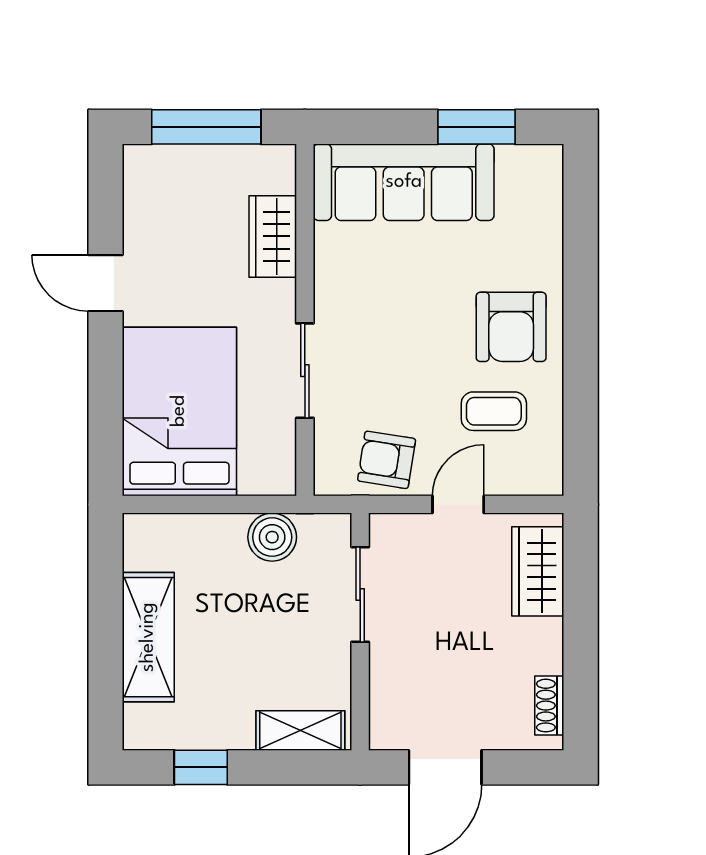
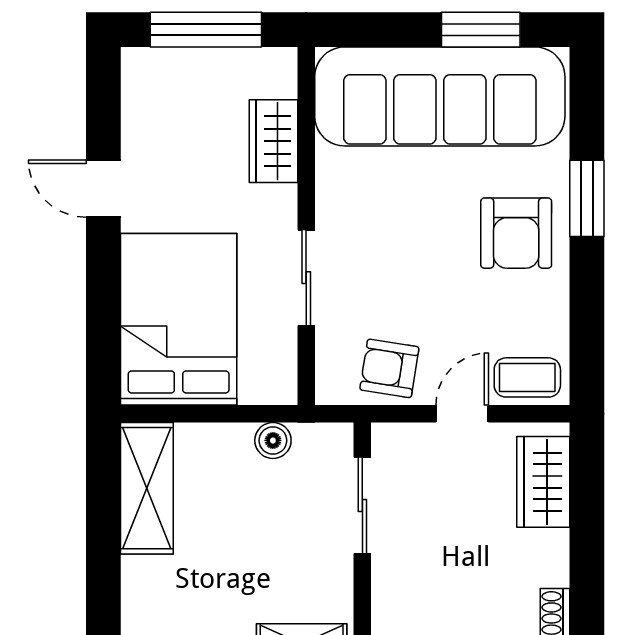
sofa: (404, 182) -> (440, 96), width x1.36, depth x1.27
window: (581, 293) -> (587, 198), added
coffee table: (494, 411) -> (527, 377), moved
boiler: (272, 537) -> (273, 440), width x0.73, depth x0.73
shelving: (148, 637) -> (147, 488), moved

